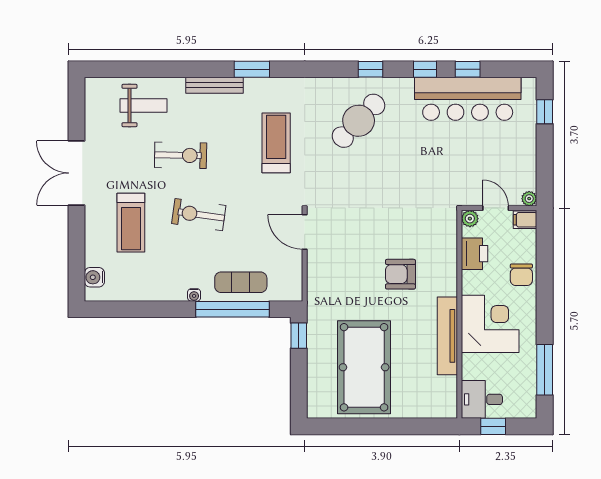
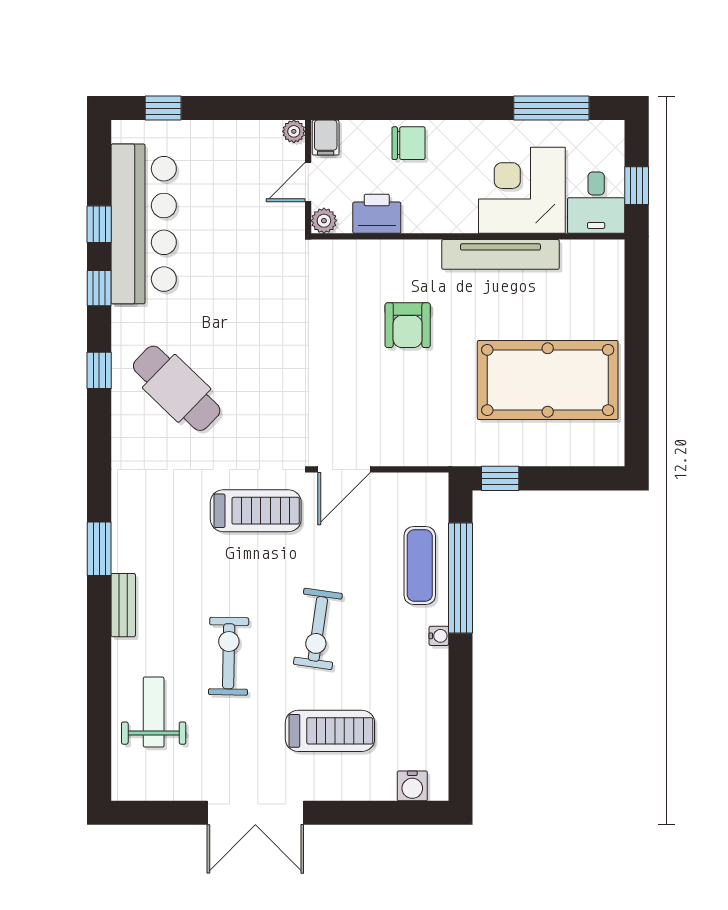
bench: (214, 85) -> (123, 605), width x0.73
treadmill: (276, 143) -> (256, 511), moved, turned 180
corner desk: (490, 324) -> (522, 190), moved

